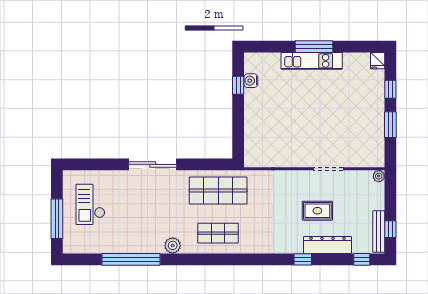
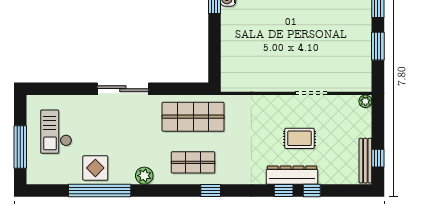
display table: (127, 238) -> (95, 168), added
dresser: (327, 245) -> (292, 175), moved
window: (234, 259) -> (211, 190), added
window: (362, 259) -> (312, 190), moved

